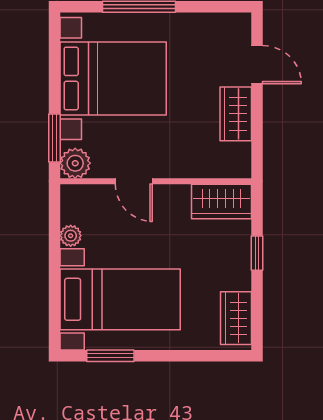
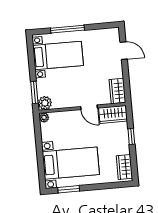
bed with nightstands: (113, 78) -> (58, 55), width x0.73
wardrobe: (236, 114) -> (117, 91), moved
door: (134, 181) -> (89, 107), moved
plant: (71, 236) -> (44, 117), moved

